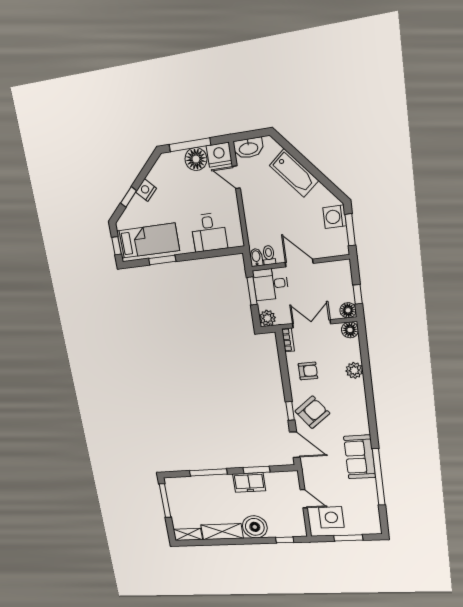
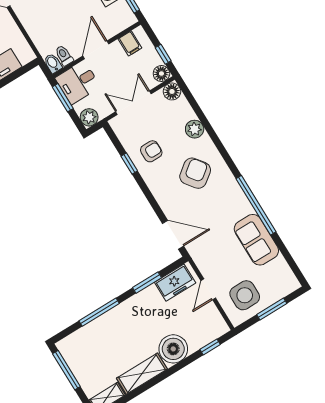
door: (299, 263) -> (96, 50), hinge flipped
filing cabinet: (332, 271) -> (130, 43), added
bookcase: (288, 340) -> (118, 129), removed
window: (290, 411) -> (129, 164), moved
armchair: (312, 412) -> (195, 173), moved
sofa: (360, 457) -> (256, 240), moved
window: (379, 477) -> (256, 205), moved
freezer: (249, 482) -> (175, 283), moved
door: (304, 499) -> (208, 289), swing flipped

